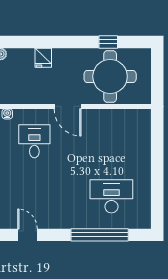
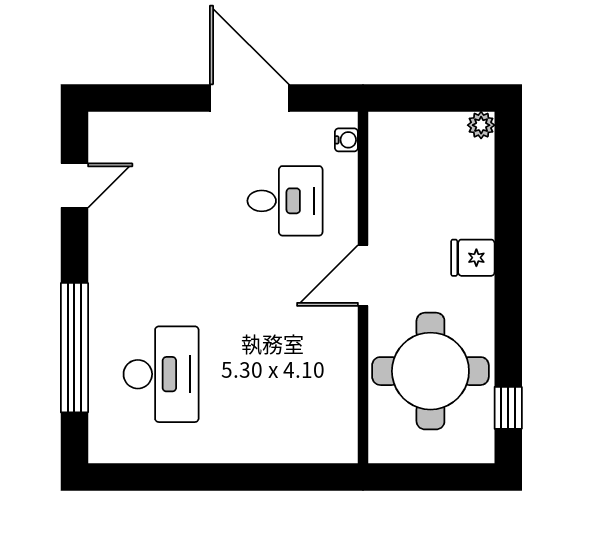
window: (108, 42) -> (508, 408), moved
fridge: (43, 58) -> (473, 258), moved

